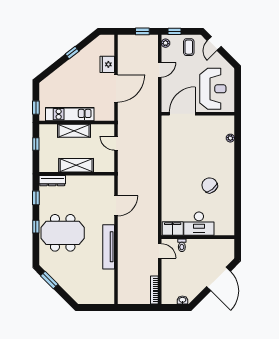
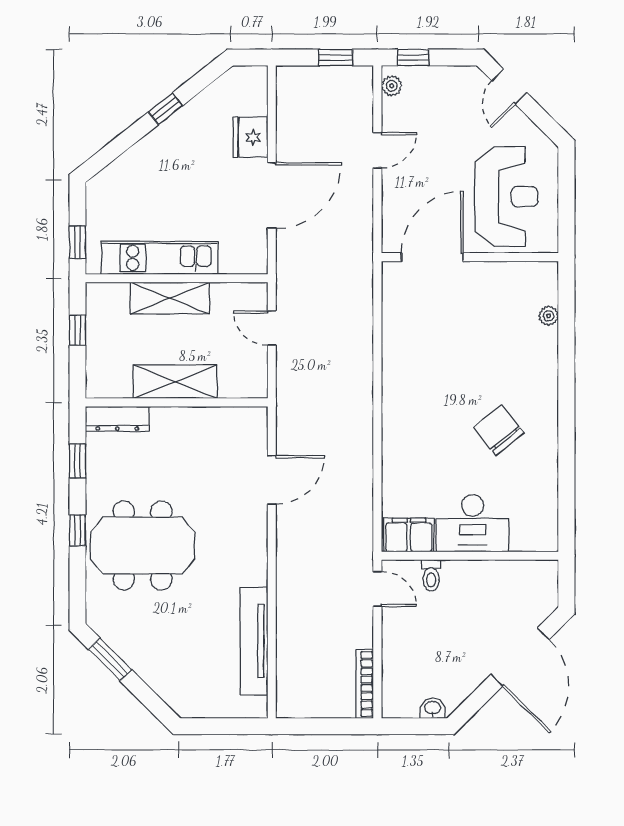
coffee table: (189, 47) -> (448, 95), removed
tv unit: (109, 247) -> (254, 641), moved

